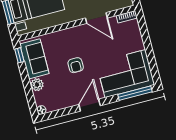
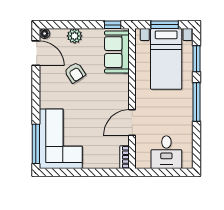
sofa: (34, 59) -> (117, 52), moved, turned 90
armchair: (76, 65) -> (75, 73), moved, turned -124
door: (90, 105) -> (36, 53), moved

